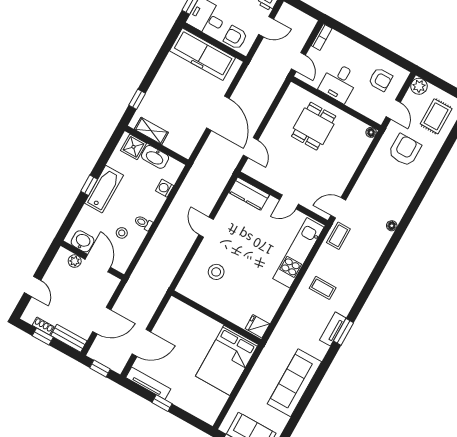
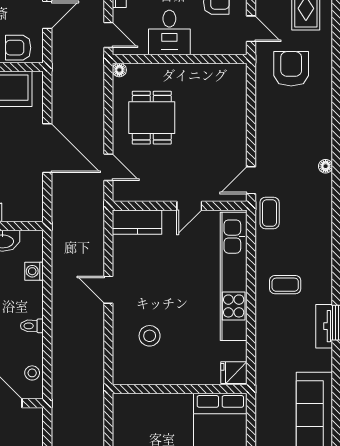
dining table: (314, 126) -> (152, 118), moved
floor lamp: (371, 132) -> (119, 70), moved
stool: (122, 233) -> (32, 373), moved
kitchen unit: (298, 253) -> (234, 276), width x1.36

